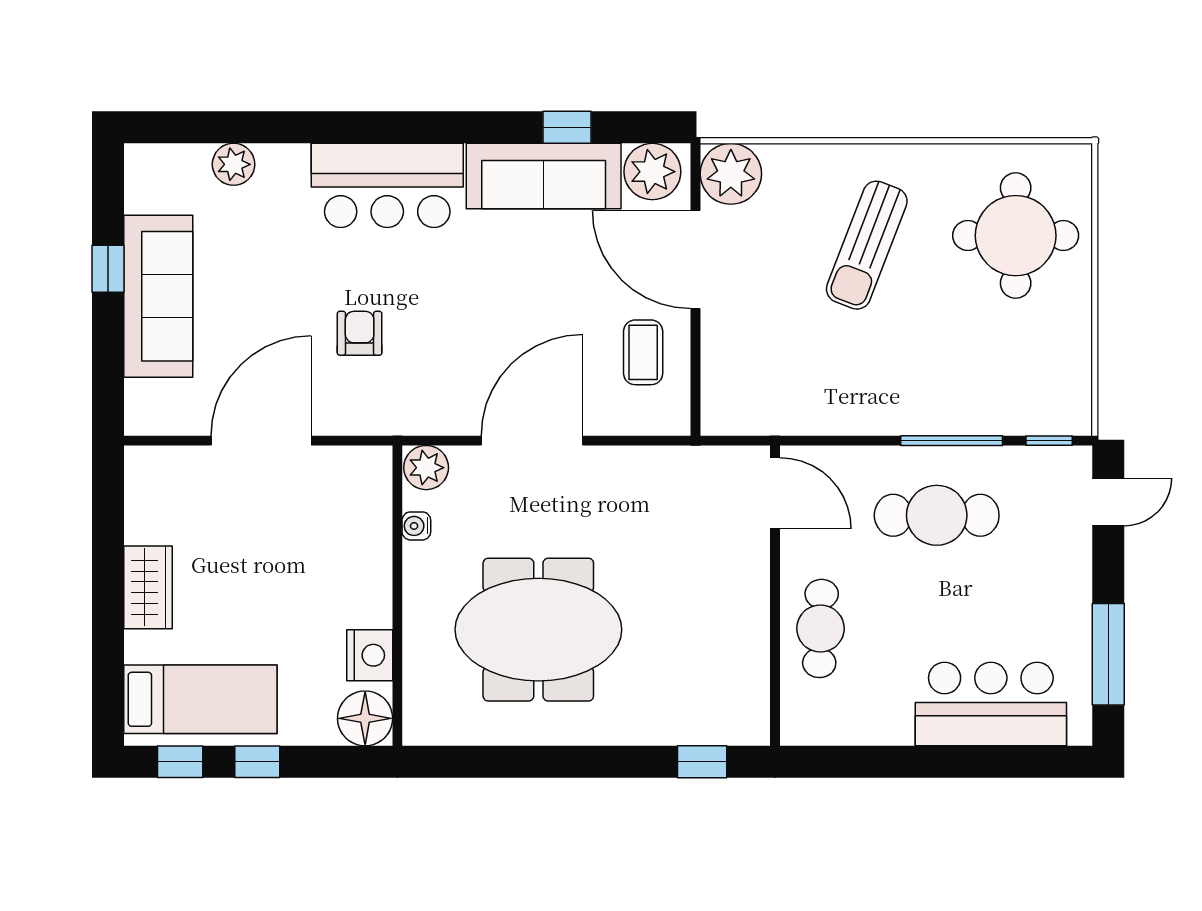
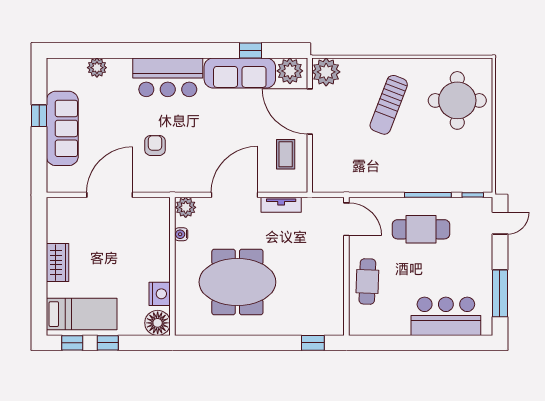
tv unit: (633, 462) -> (281, 205), added

